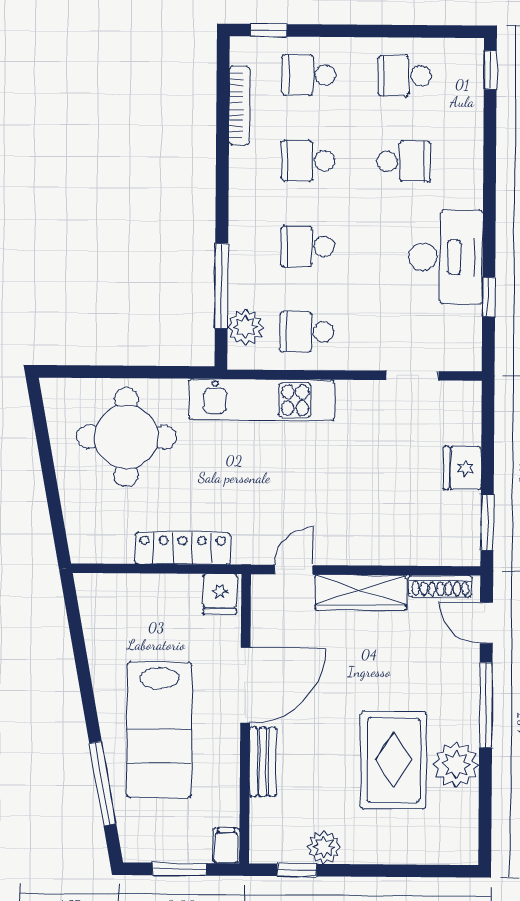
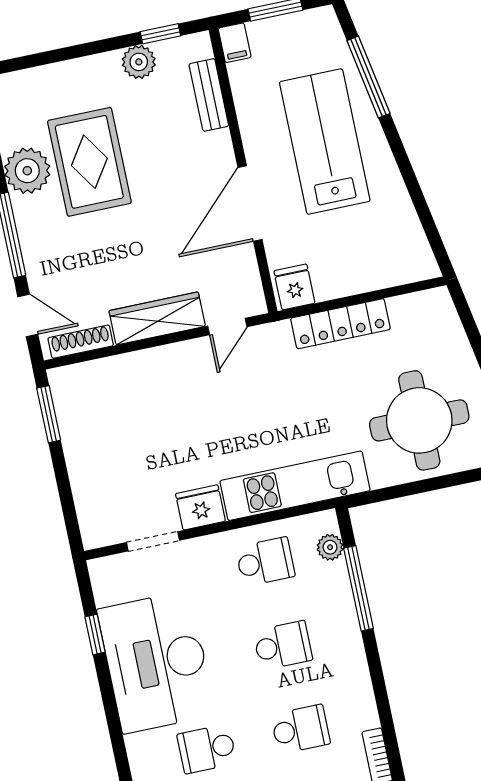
desk: (446, 257) -> (156, 662), width x1.36, depth x1.30
plant: (245, 327) -> (330, 547), width x0.73, depth x0.73
fridge: (462, 468) -> (200, 507), moved, turned -90
bench: (263, 762) -> (209, 95), moved

